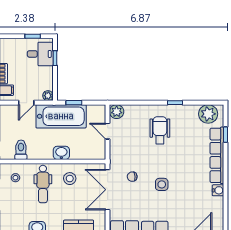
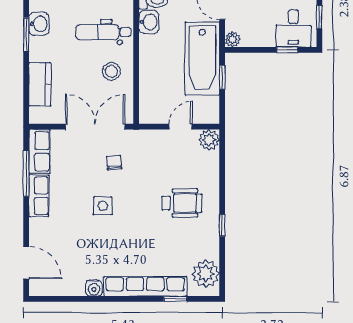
washbasin: (61, 153) -> (149, 22), moved

